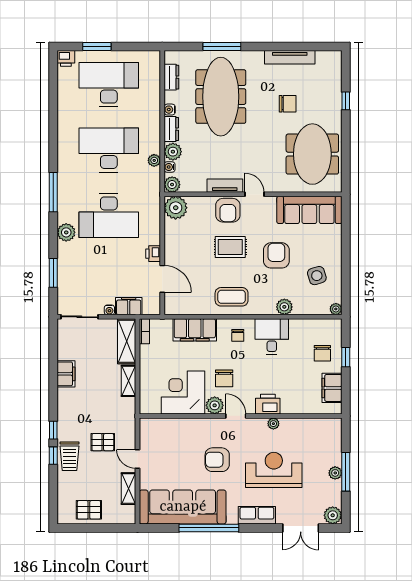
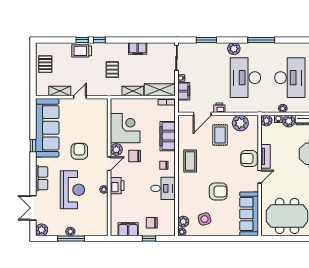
plant: (176, 208) -> (240, 123), moved
rug: (230, 247) -> (220, 135), moved
plant: (284, 307) -> (183, 222), moved
pallet: (103, 442) -> (112, 70), moved
window: (209, 528) -> (33, 146), width x0.32

